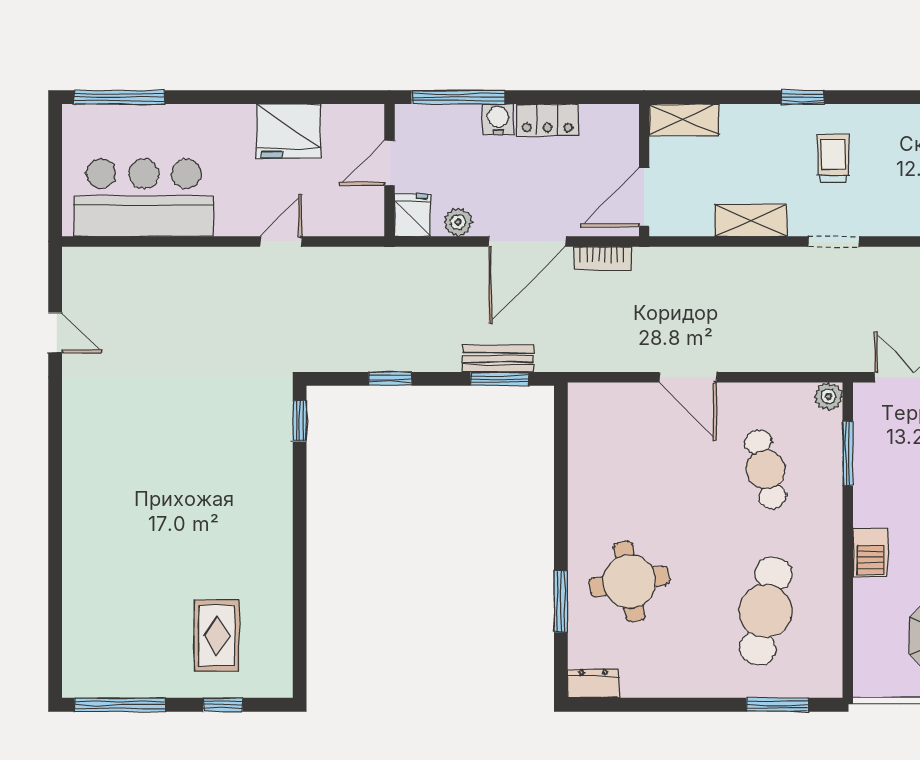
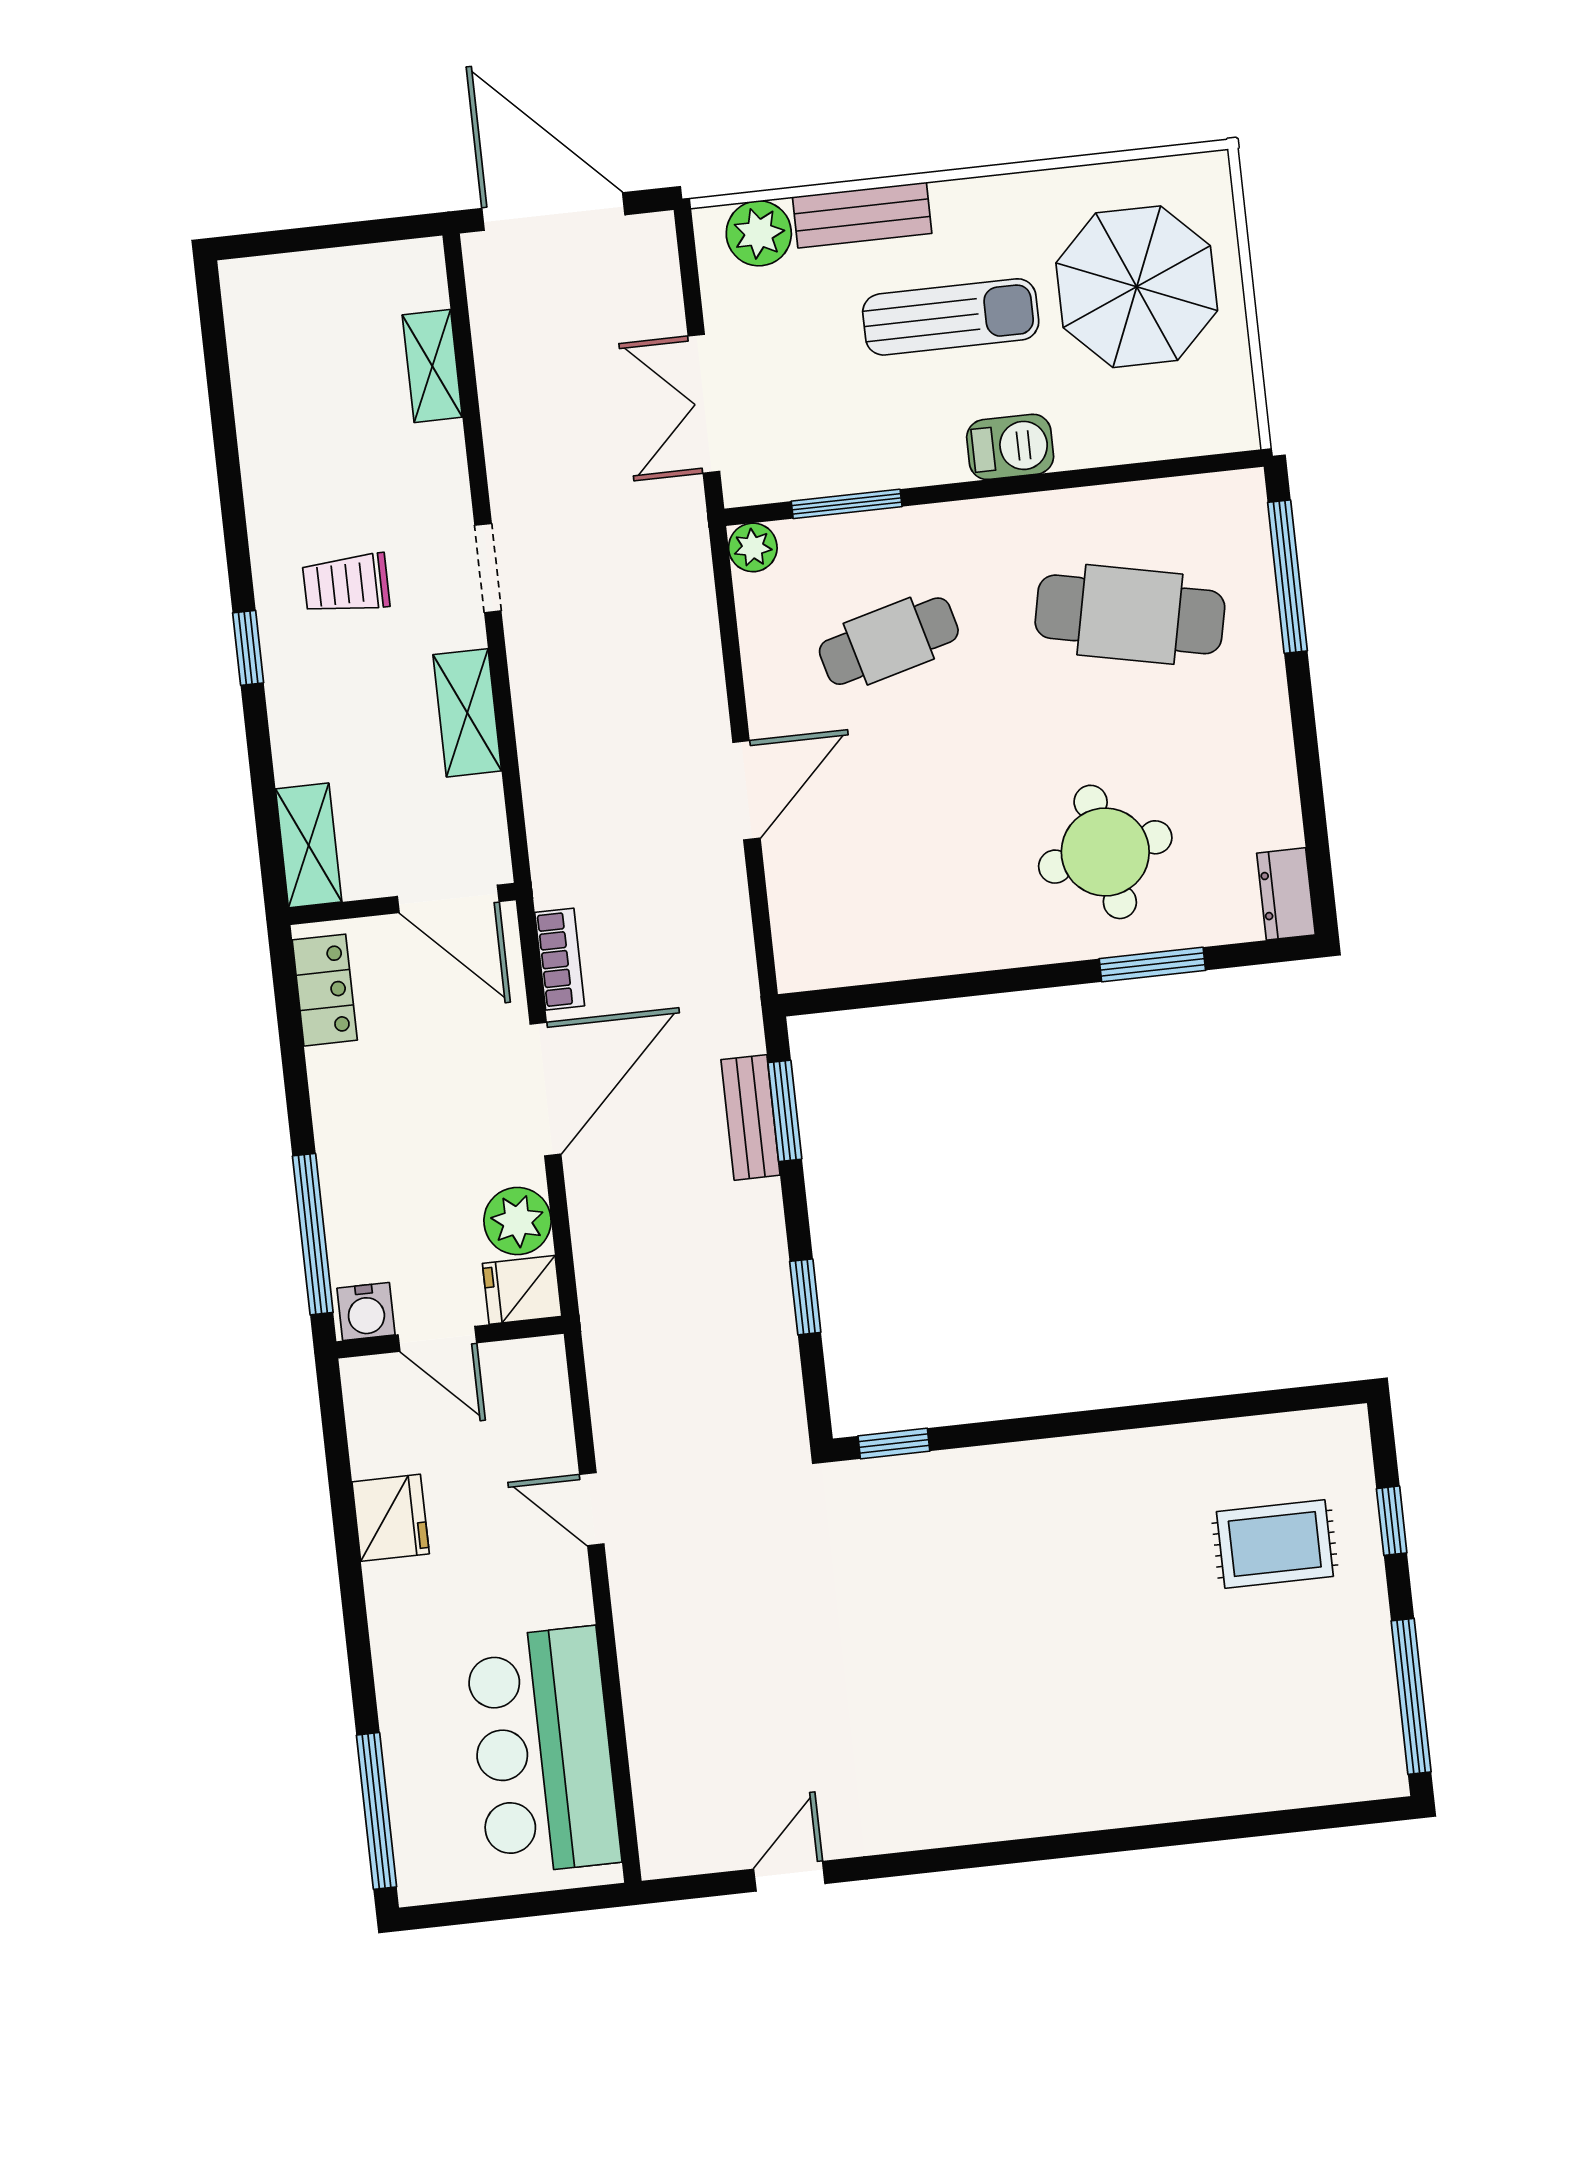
water cooler: (498, 119) -> (366, 1311), moved, turned -90
locker: (547, 120) -> (325, 990), moved
fridge: (289, 131) -> (391, 1518), width x0.73, depth x0.75
plant: (458, 222) -> (517, 1221), width x1.38, depth x1.38
door: (527, 241) -> (545, 1089), hinge flipped
window: (777, 705) -> (1287, 577), width x1.44

